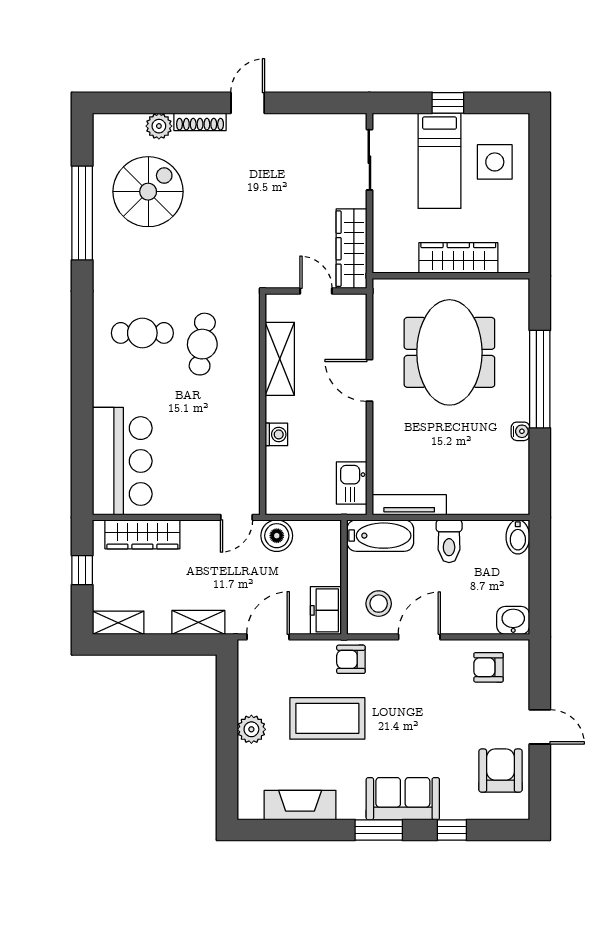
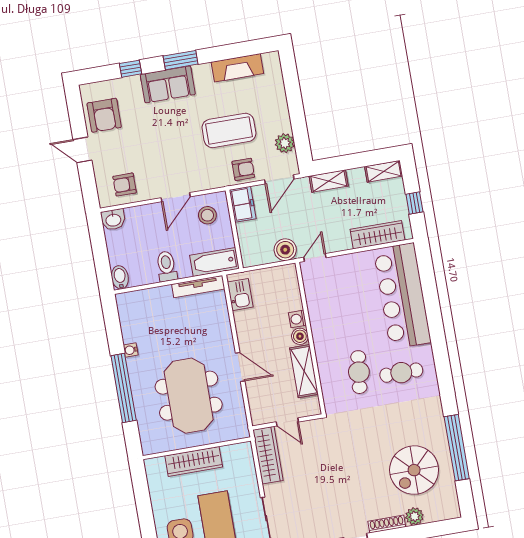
boiler: (277, 409) -> (300, 336), added
bar counter: (122, 461) -> (402, 296), width x1.36
armchair: (351, 659) -> (243, 169), moved
armchair: (489, 667) -> (125, 185), turned 180
plant: (251, 729) -> (285, 143), moved

